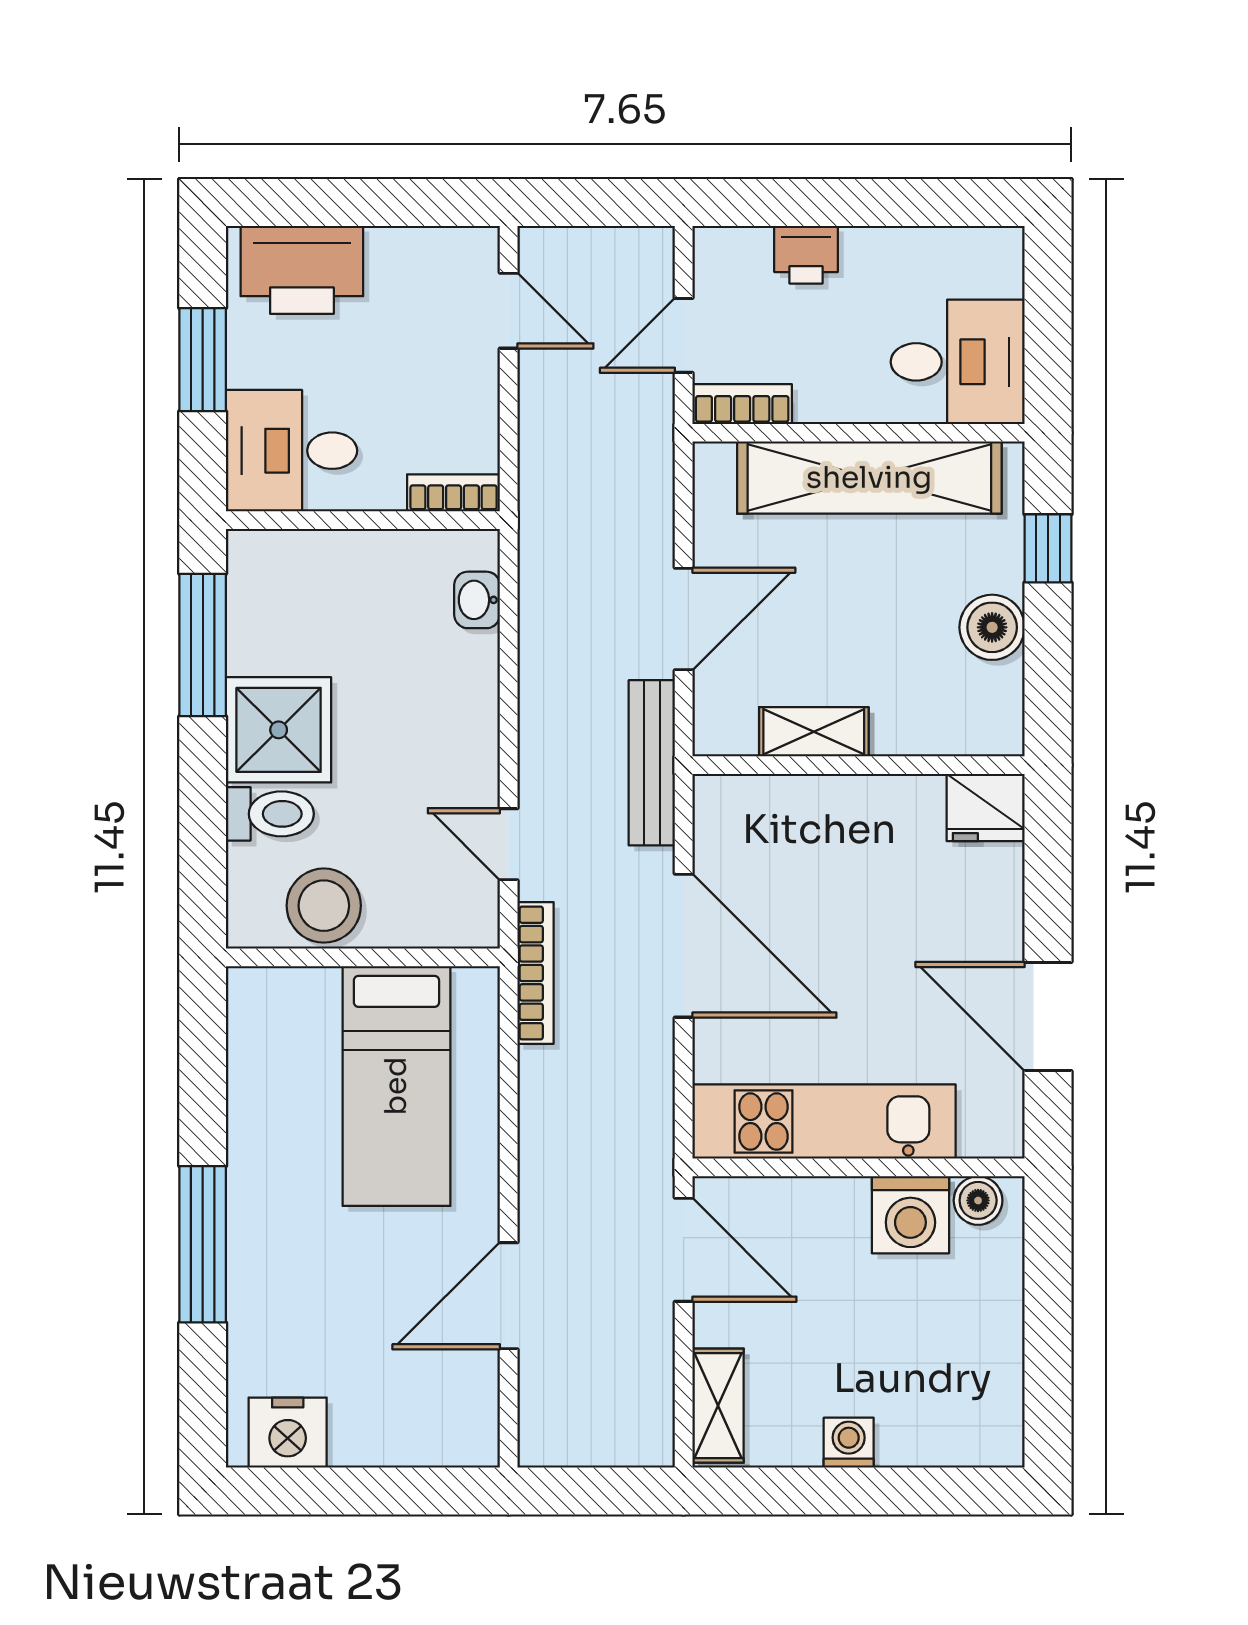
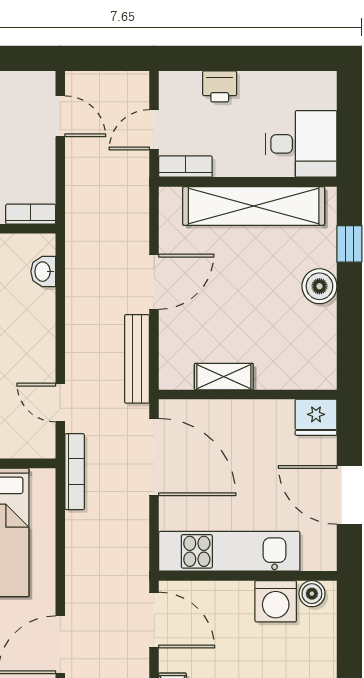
shelving: (814, 732) -> (224, 377), moved
wall: (859, 765) -> (248, 395), moved
fridge: (986, 807) -> (316, 417), moved

